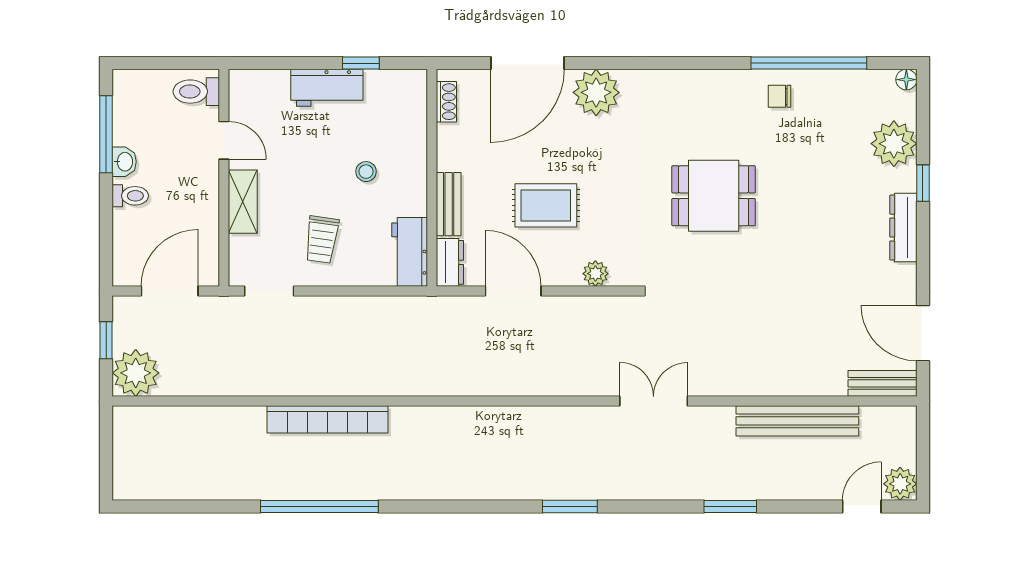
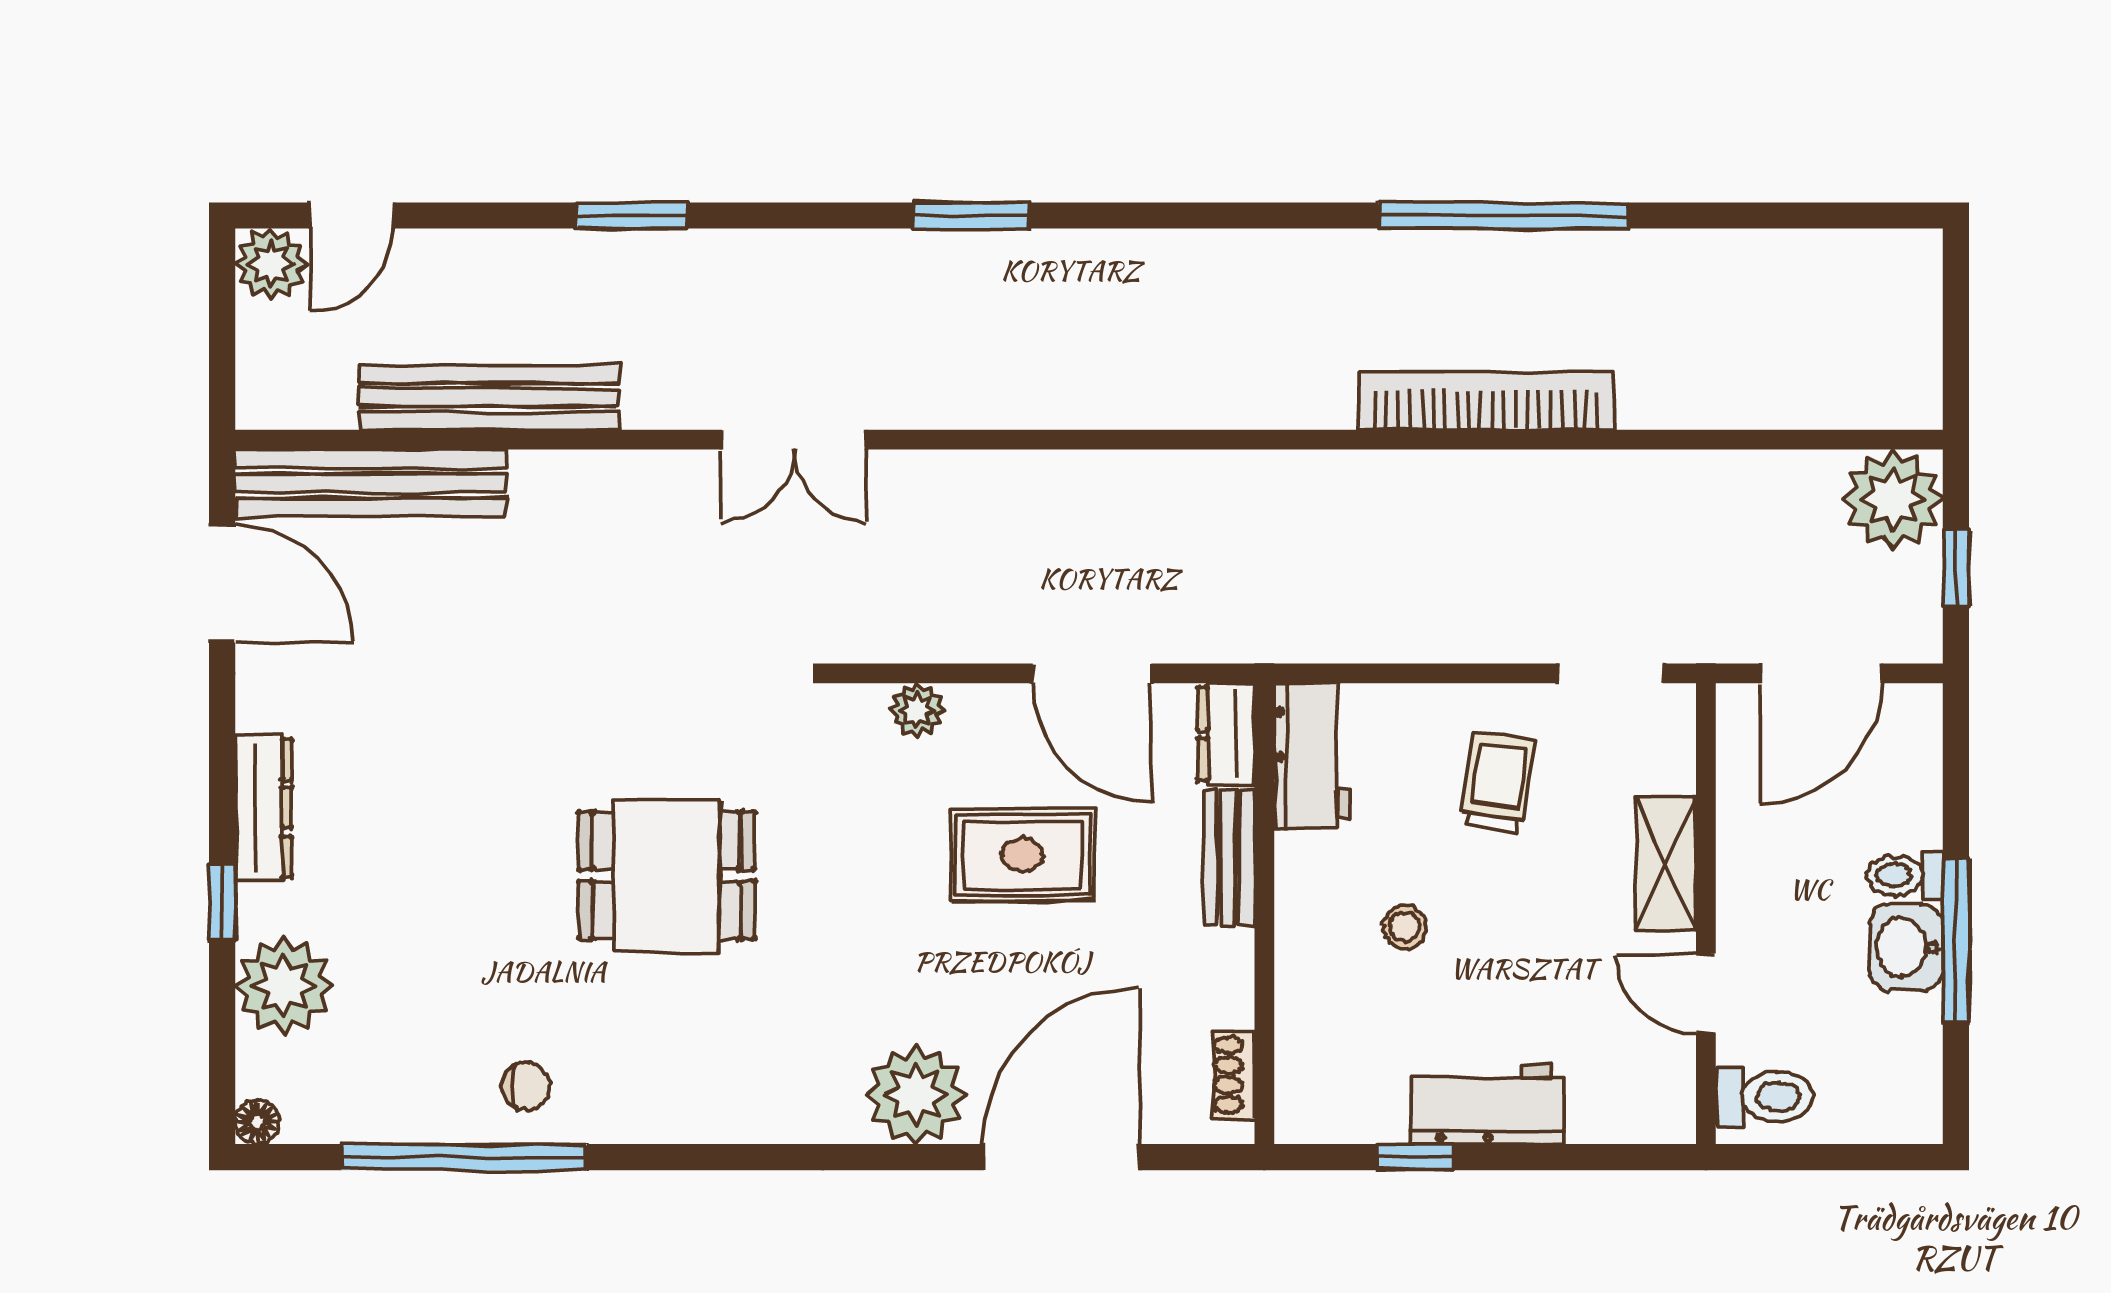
window: (106, 134) -> (1956, 940), moved
washbasin: (124, 162) -> (1906, 948), width x1.38, depth x1.45
bench: (882, 383) -> (371, 483), width x1.86, depth x1.21

